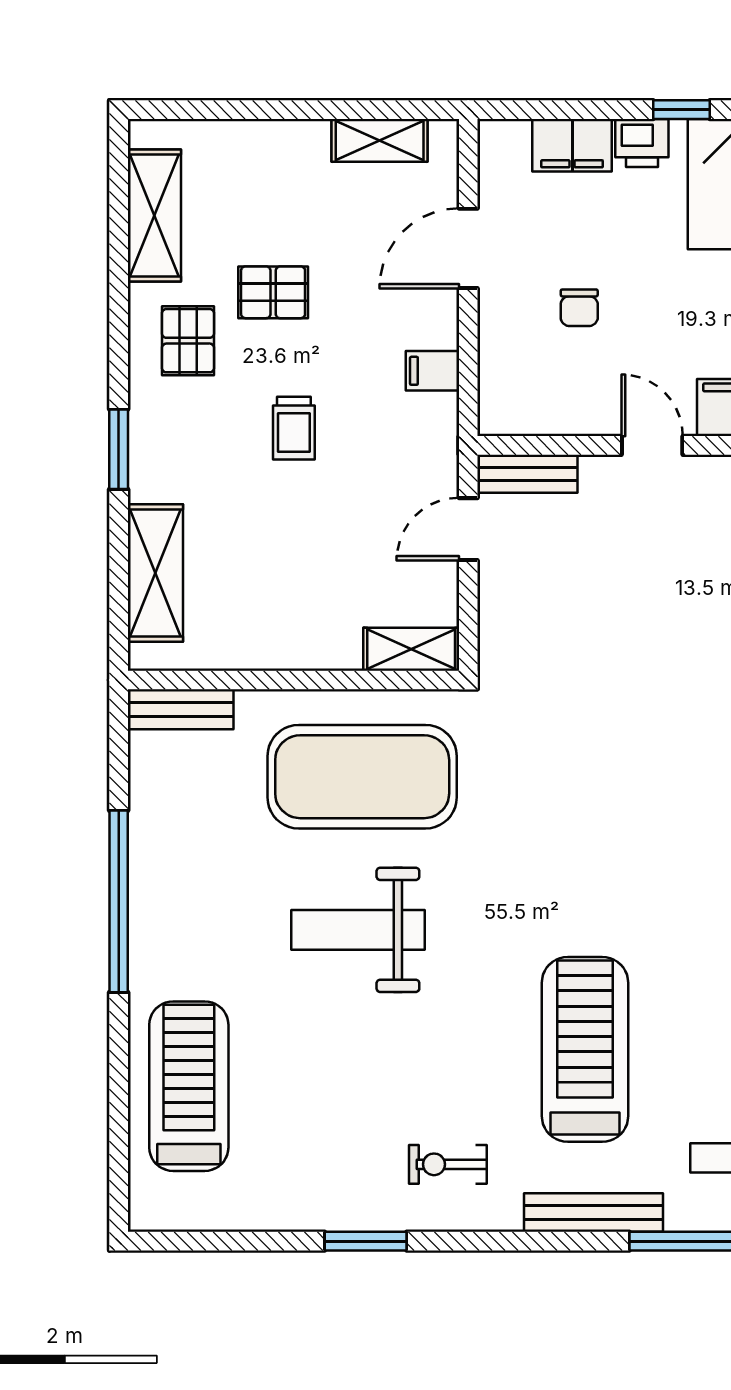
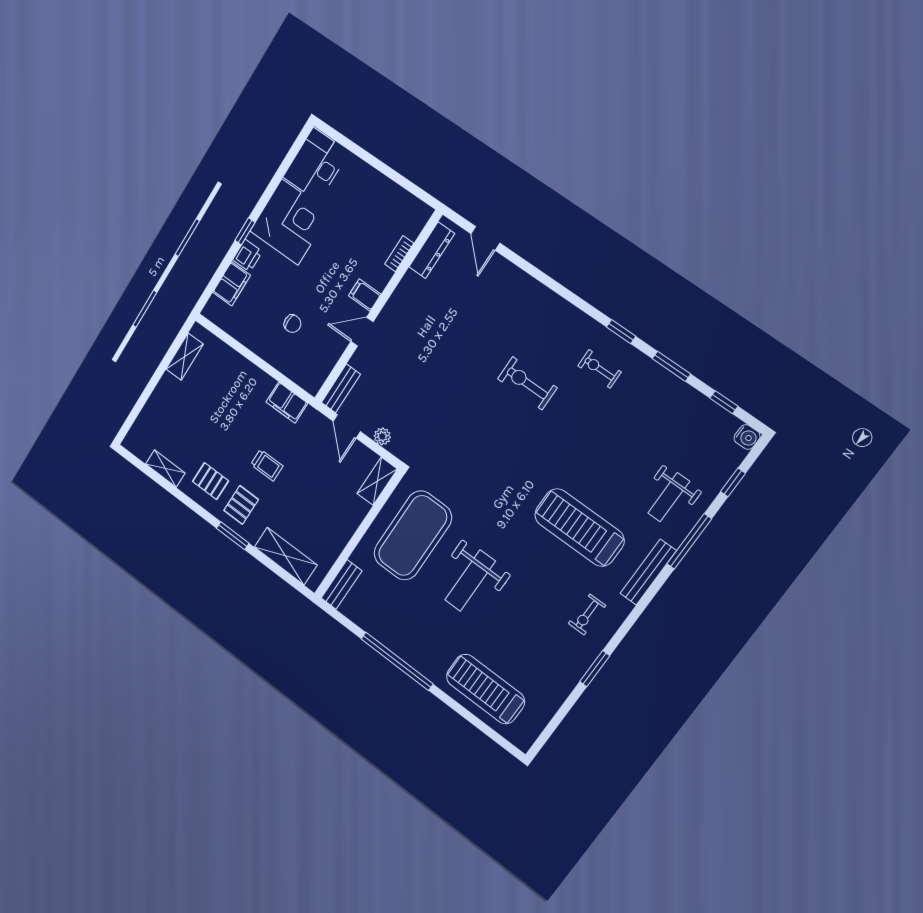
shelving: (154, 216) -> (165, 469), width x0.67, depth x0.75
door: (468, 248) -> (244, 351), removed
pallet: (273, 292) -> (241, 505), moved
filing cabinet: (433, 371) -> (287, 403), width x2.00
plant: (496, 605) -> (382, 436), added

